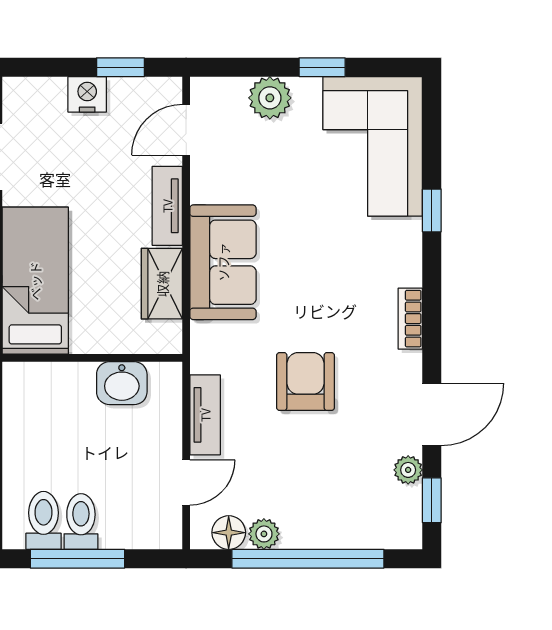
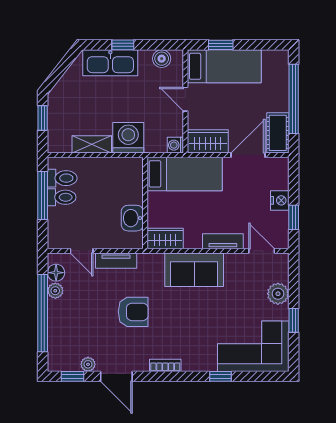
wardrobe: (162, 284) -> (165, 239), moved

